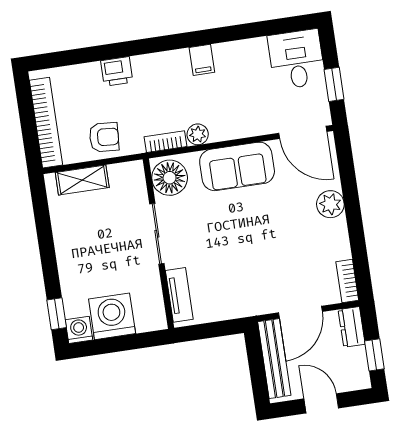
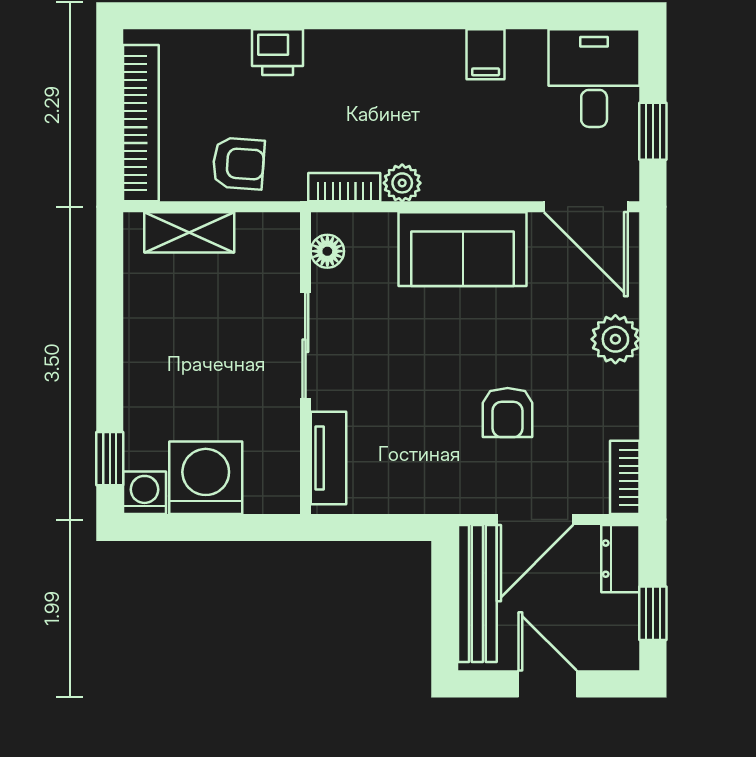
filing cabinet: (202, 60) -> (486, 54), moved
floor lamp: (170, 178) -> (327, 251), width x0.53, depth x0.53
armchair: (276, 254) -> (508, 413), added

